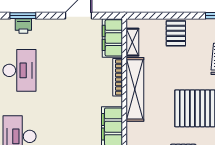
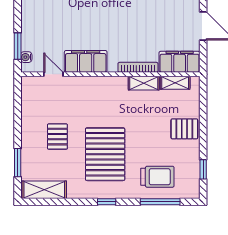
shelving: (135, 89) -> (144, 83), width x0.45, depth x0.75

